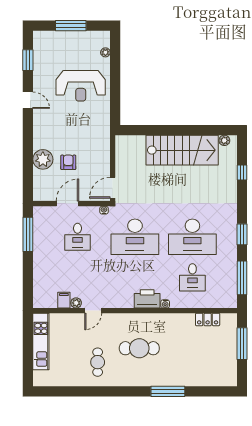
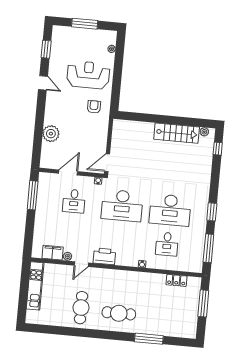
reception desk: (81, 86) -> (88, 75), turned 180
stairs: (182, 150) -> (177, 133), width x0.73, depth x0.66
armchair: (68, 162) -> (94, 107), moved
window: (242, 172) -> (218, 149), moved
printer: (147, 299) -> (104, 256), moved
filing cabinet: (64, 300) -> (53, 253), width x2.00
cafe table: (139, 348) -> (119, 313), moved
cafe table: (98, 362) -> (81, 308), width x1.37, depth x1.35
window: (168, 391) -> (149, 339), moved

